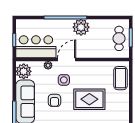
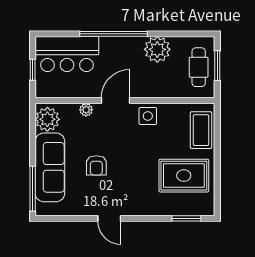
plant: (81, 27) -> (157, 49), moved
bar counter: (36, 47) -> (67, 54), moved, turned 180
side table: (64, 80) -> (148, 116), moved
rug: (89, 99) -> (184, 176), moved

